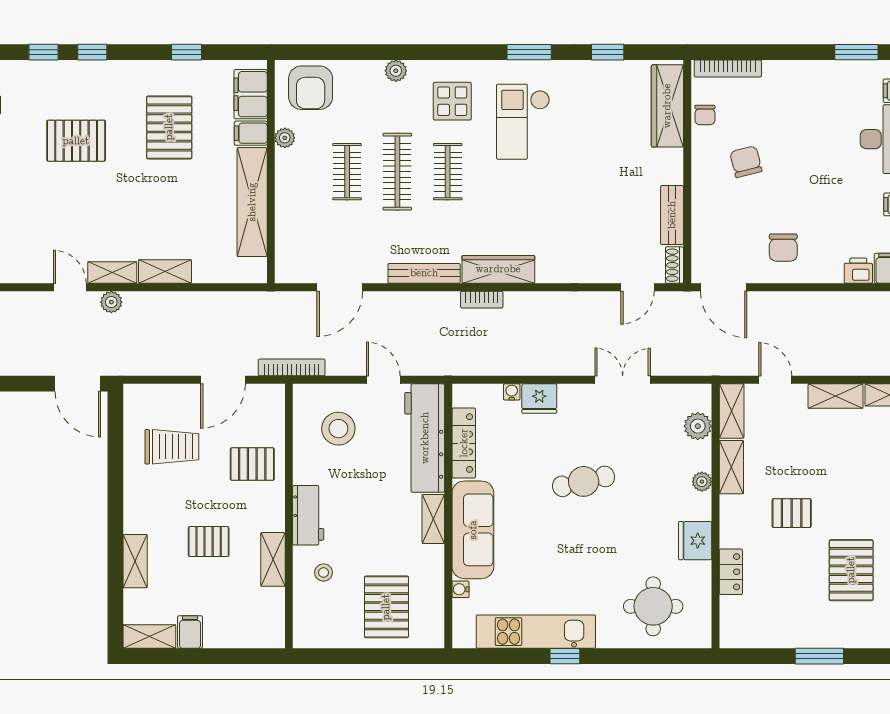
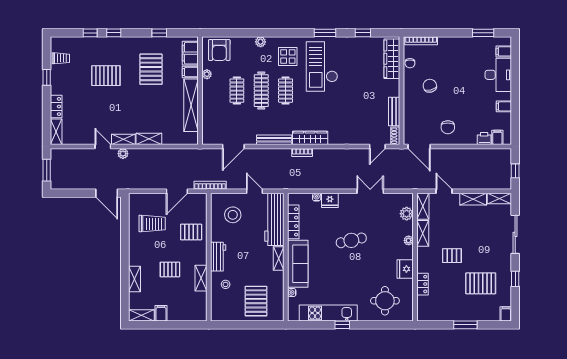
checkout: (523, 122) -> (322, 66), width x1.36, depth x1.21
pallet: (851, 570) -> (481, 283), turned 90

